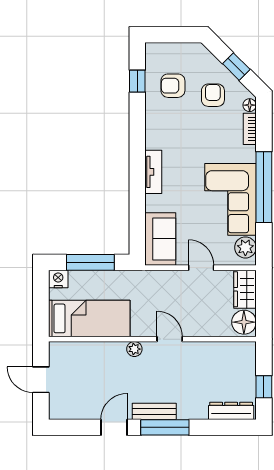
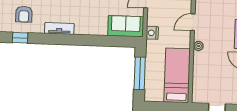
tv unit: (153, 172) -> (59, 28), moved
nightstand: (58, 279) -> (152, 33), moved

